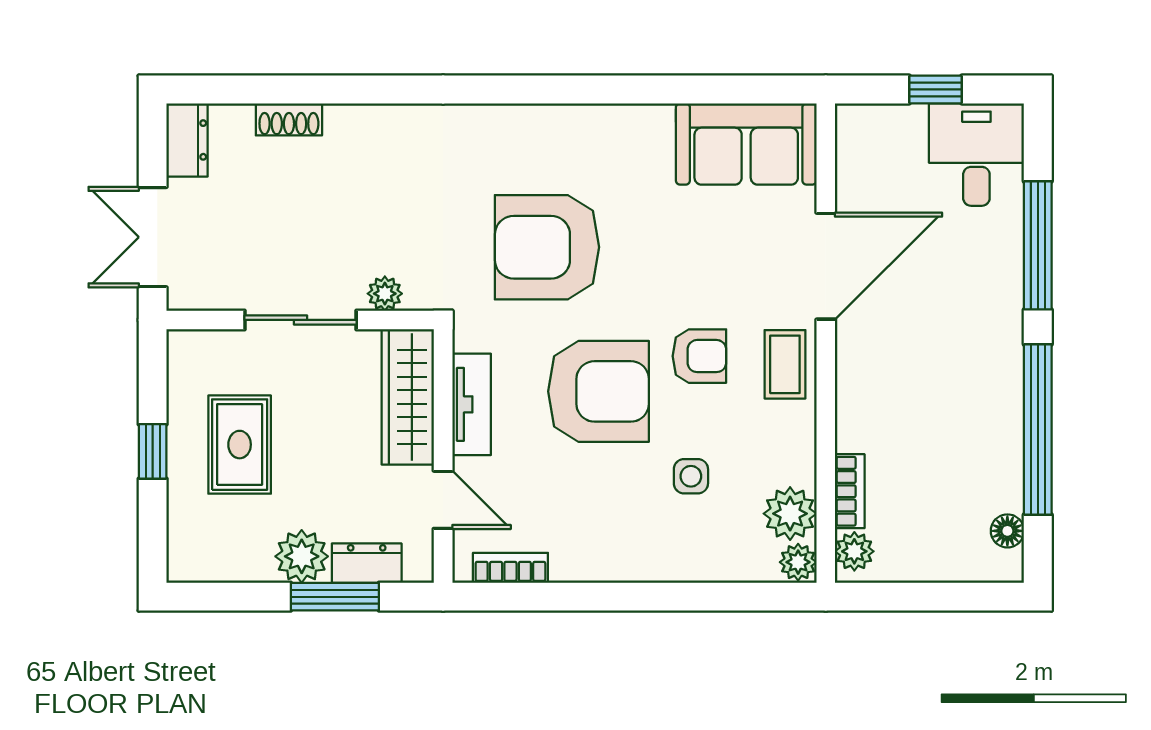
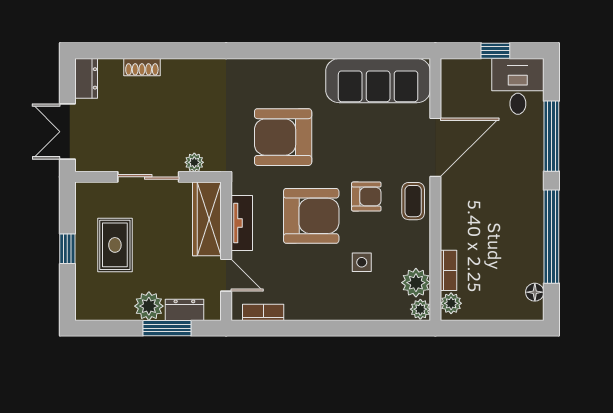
sofa: (746, 144) -> (378, 81), width x1.36

